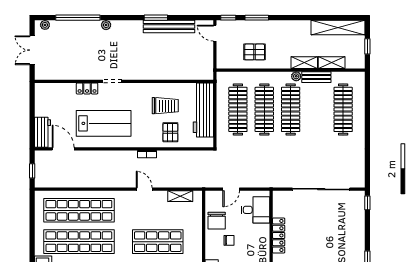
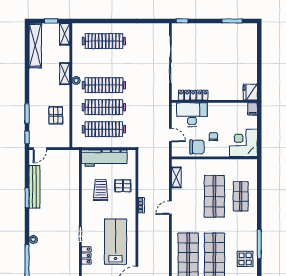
shelving: (332, 63) -> (65, 34), moved
bench: (316, 77) -> (77, 63), removed
desk: (255, 210) -> (192, 115), width x1.37
locker: (279, 235) -> (193, 95), moved

